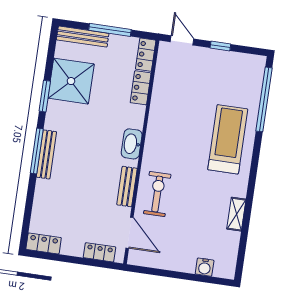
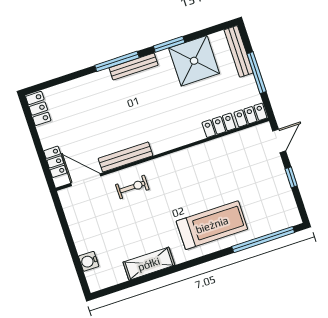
washbasin: (132, 144) -> (165, 142), removed
bench: (46, 154) -> (134, 67), moved
bench: (127, 187) -> (126, 157), width x1.36
exercise bike: (157, 194) -> (132, 187), width x0.73, depth x0.72
shelving: (236, 214) -> (149, 264), width x1.50, depth x1.33
door: (130, 233) -> (86, 180), swing flipped

